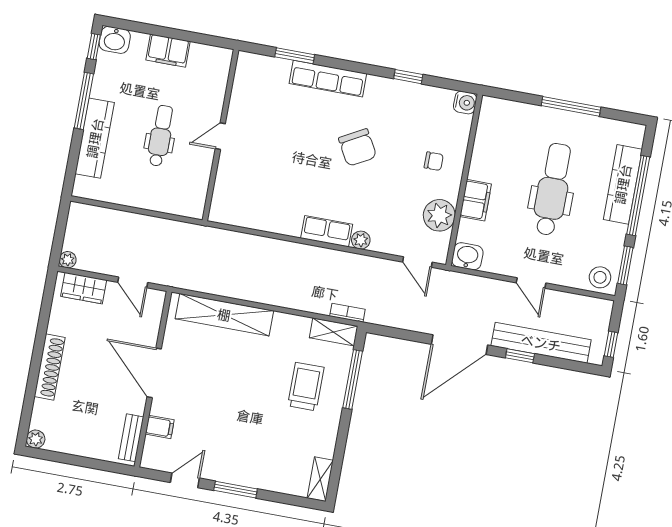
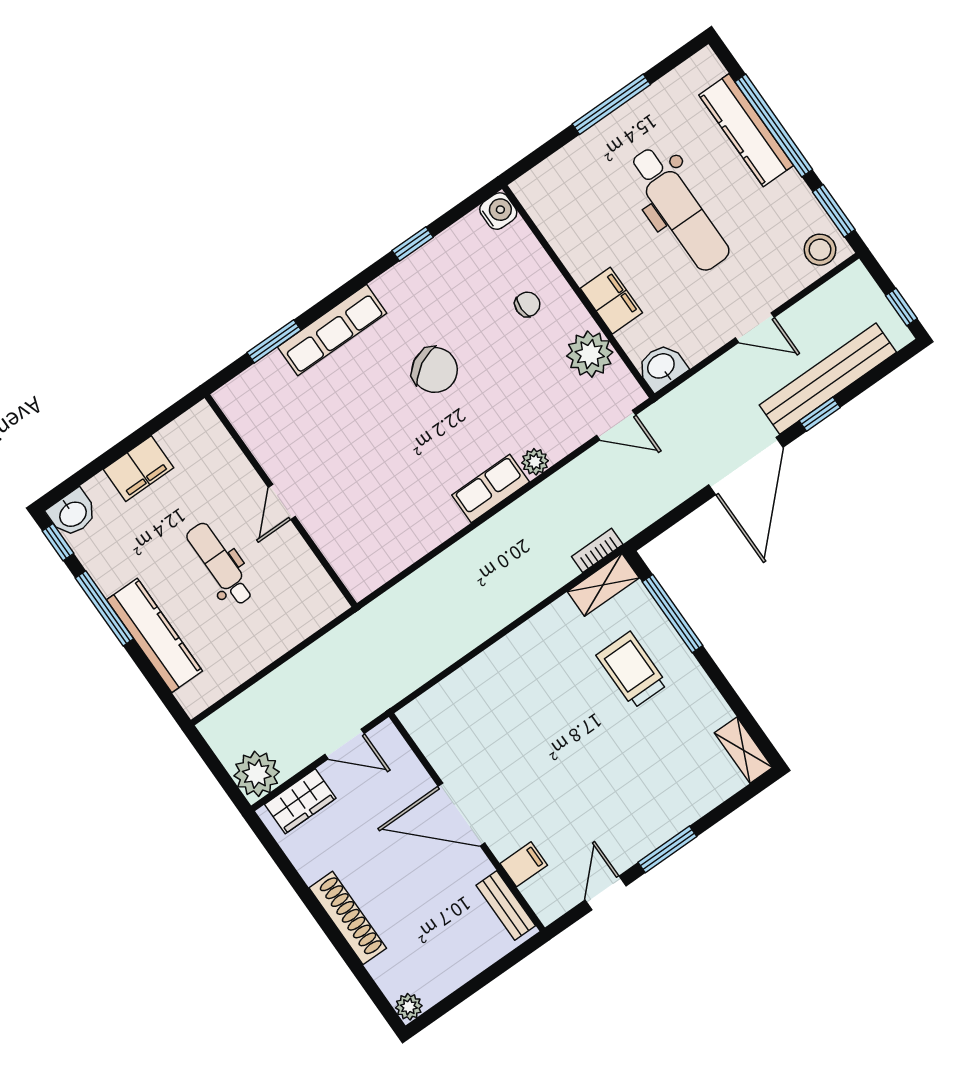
dental chair: (553, 189) -> (679, 209), turned 180
plant: (68, 260) -> (257, 774), width x1.87, depth x1.87
shelving: (224, 315) -> (473, 681), removed

